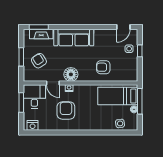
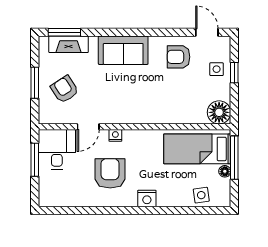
door: (123, 27) -> (207, 32), swing flipped
sofa: (74, 38) -> (123, 50), width x0.73
armchair: (103, 67) -> (179, 57), moved
floor lamp: (71, 74) -> (219, 112), moved
door: (53, 83) -> (88, 127), hinge flipped
nightstand: (33, 125) -> (147, 198), moved

